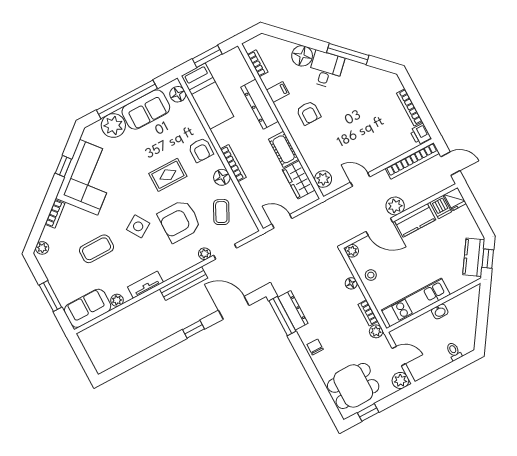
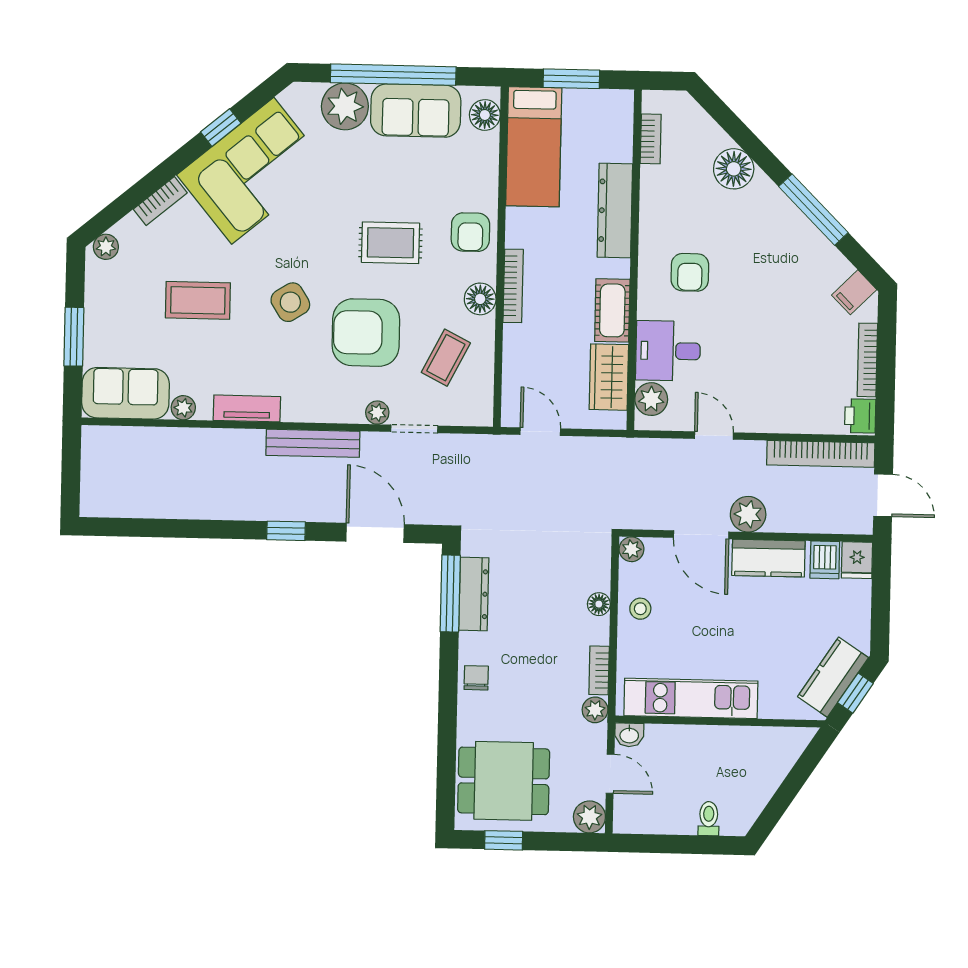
desk: (326, 69) -> (668, 351), moved, turned -135
filing cabinet: (278, 92) -> (854, 292), moved, turned 135
washbasin: (440, 311) -> (629, 735), moved

